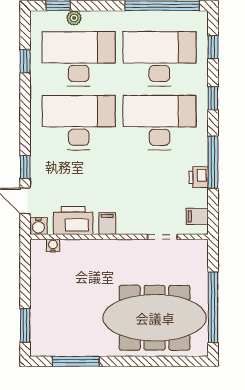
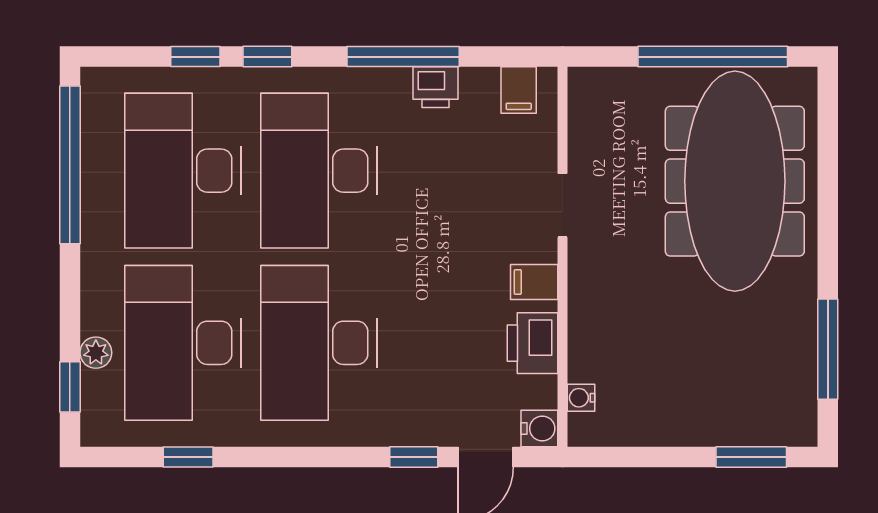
window: (213, 47) -> (195, 57), moved
printer: (73, 220) -> (532, 343), width x0.73, depth x0.84
doorway: (162, 237) -> (563, 205), moved

